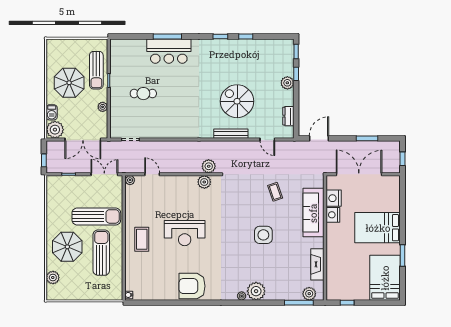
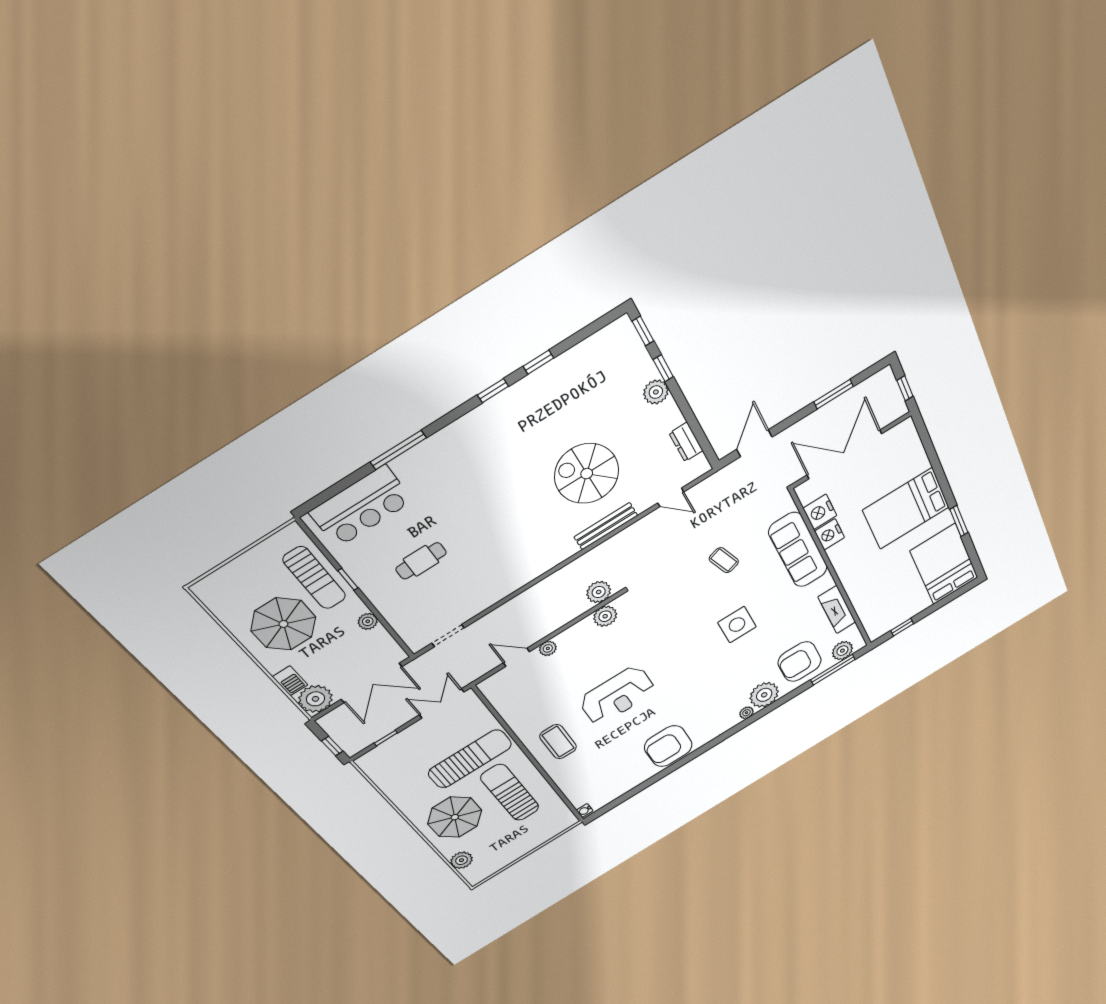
bar counter: (169, 51) -> (361, 506), moved
plant: (130, 180) -> (548, 648), moved
armchair: (284, 283) -> (800, 662), added

